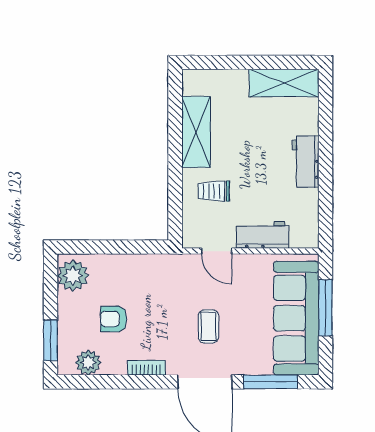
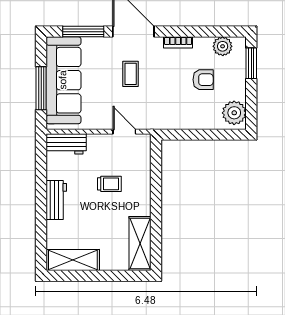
shelving: (196, 132) -> (140, 244), moved
trolley: (213, 191) -> (109, 184), moved
workbench: (263, 235) -> (66, 144), moved

